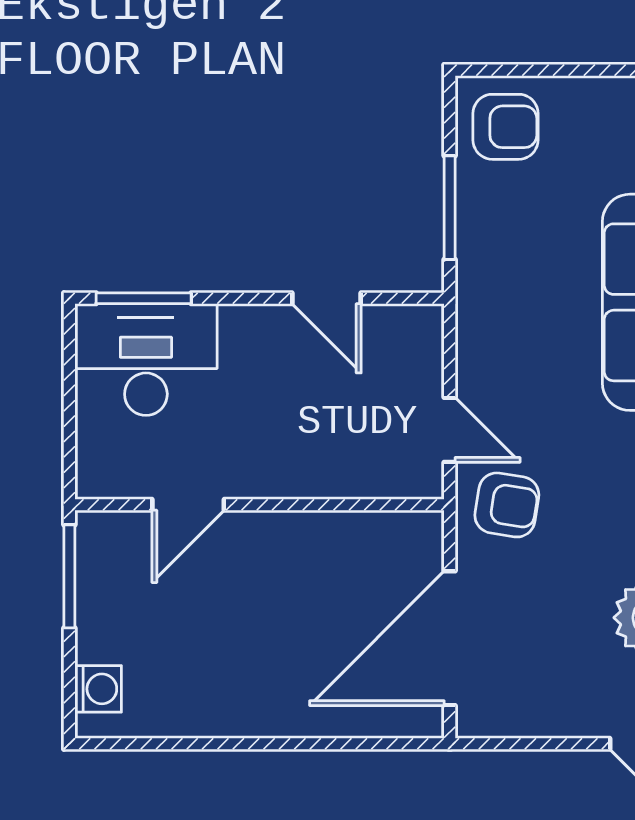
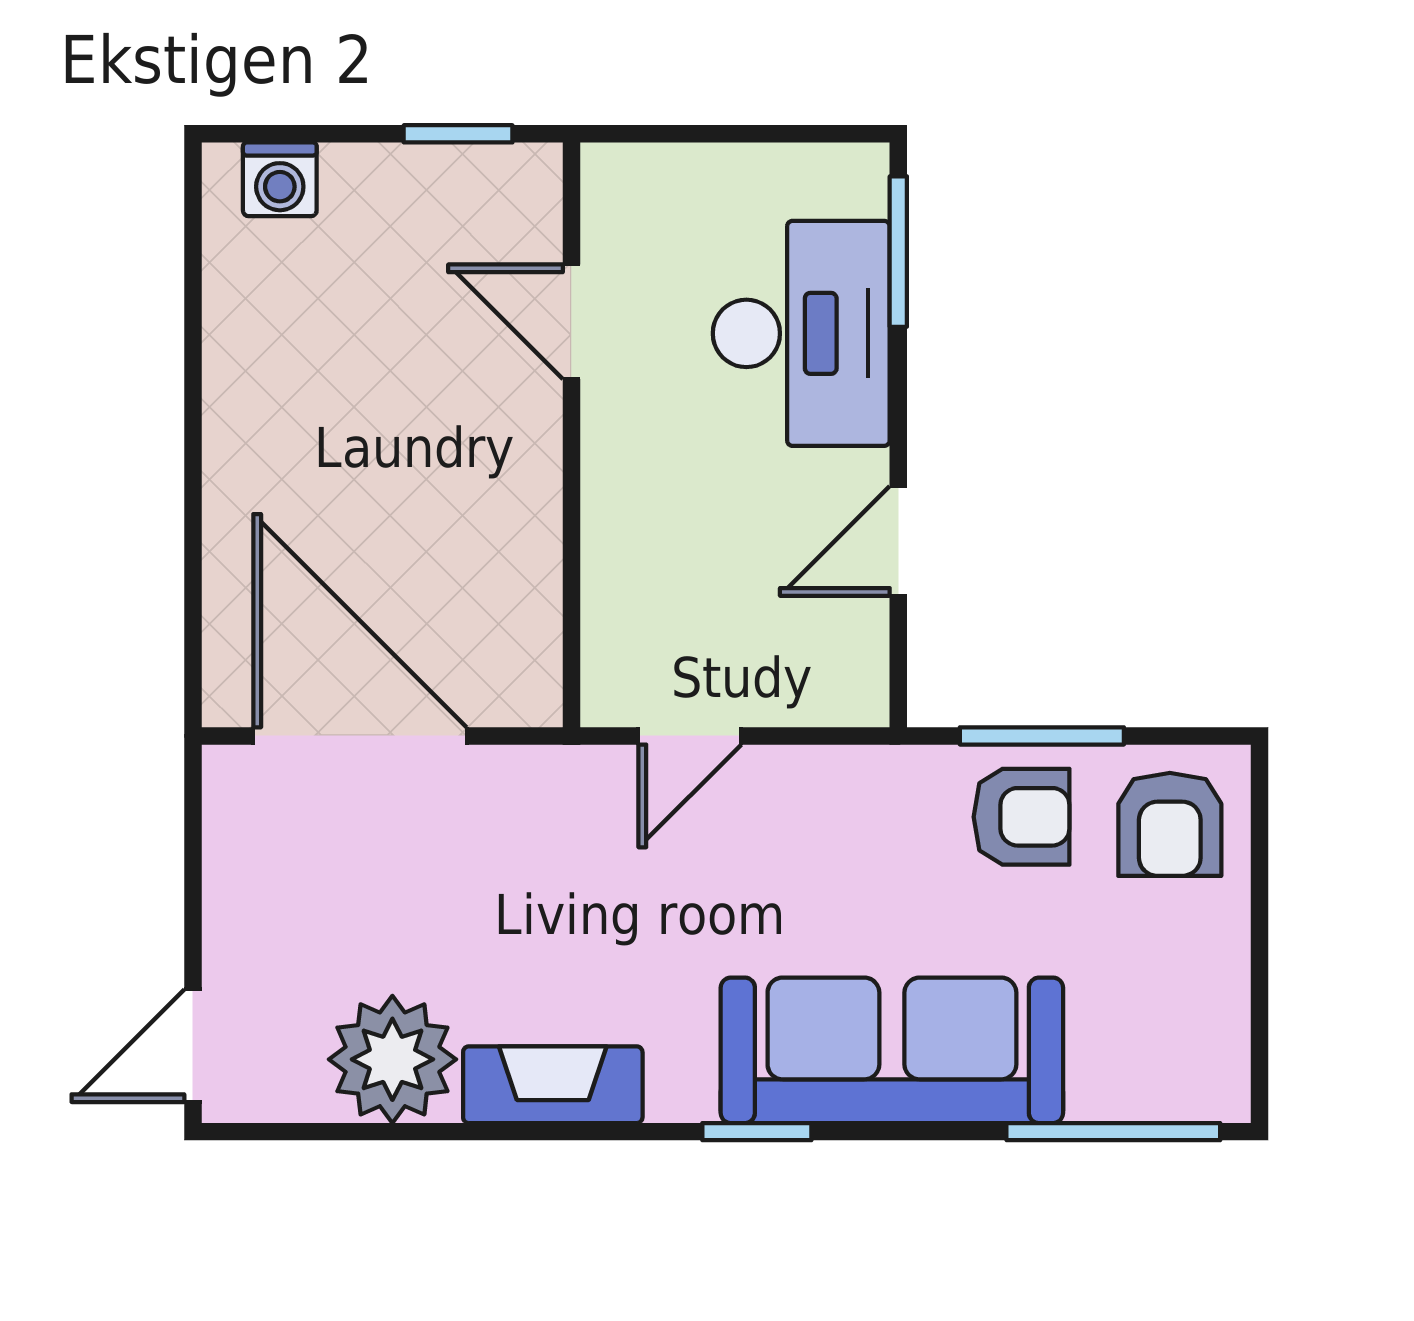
desk: (146, 360) -> (801, 333), moved
armchair: (507, 505) -> (1021, 817), moved, turned -99
window: (69, 576) -> (458, 134), width x0.67

